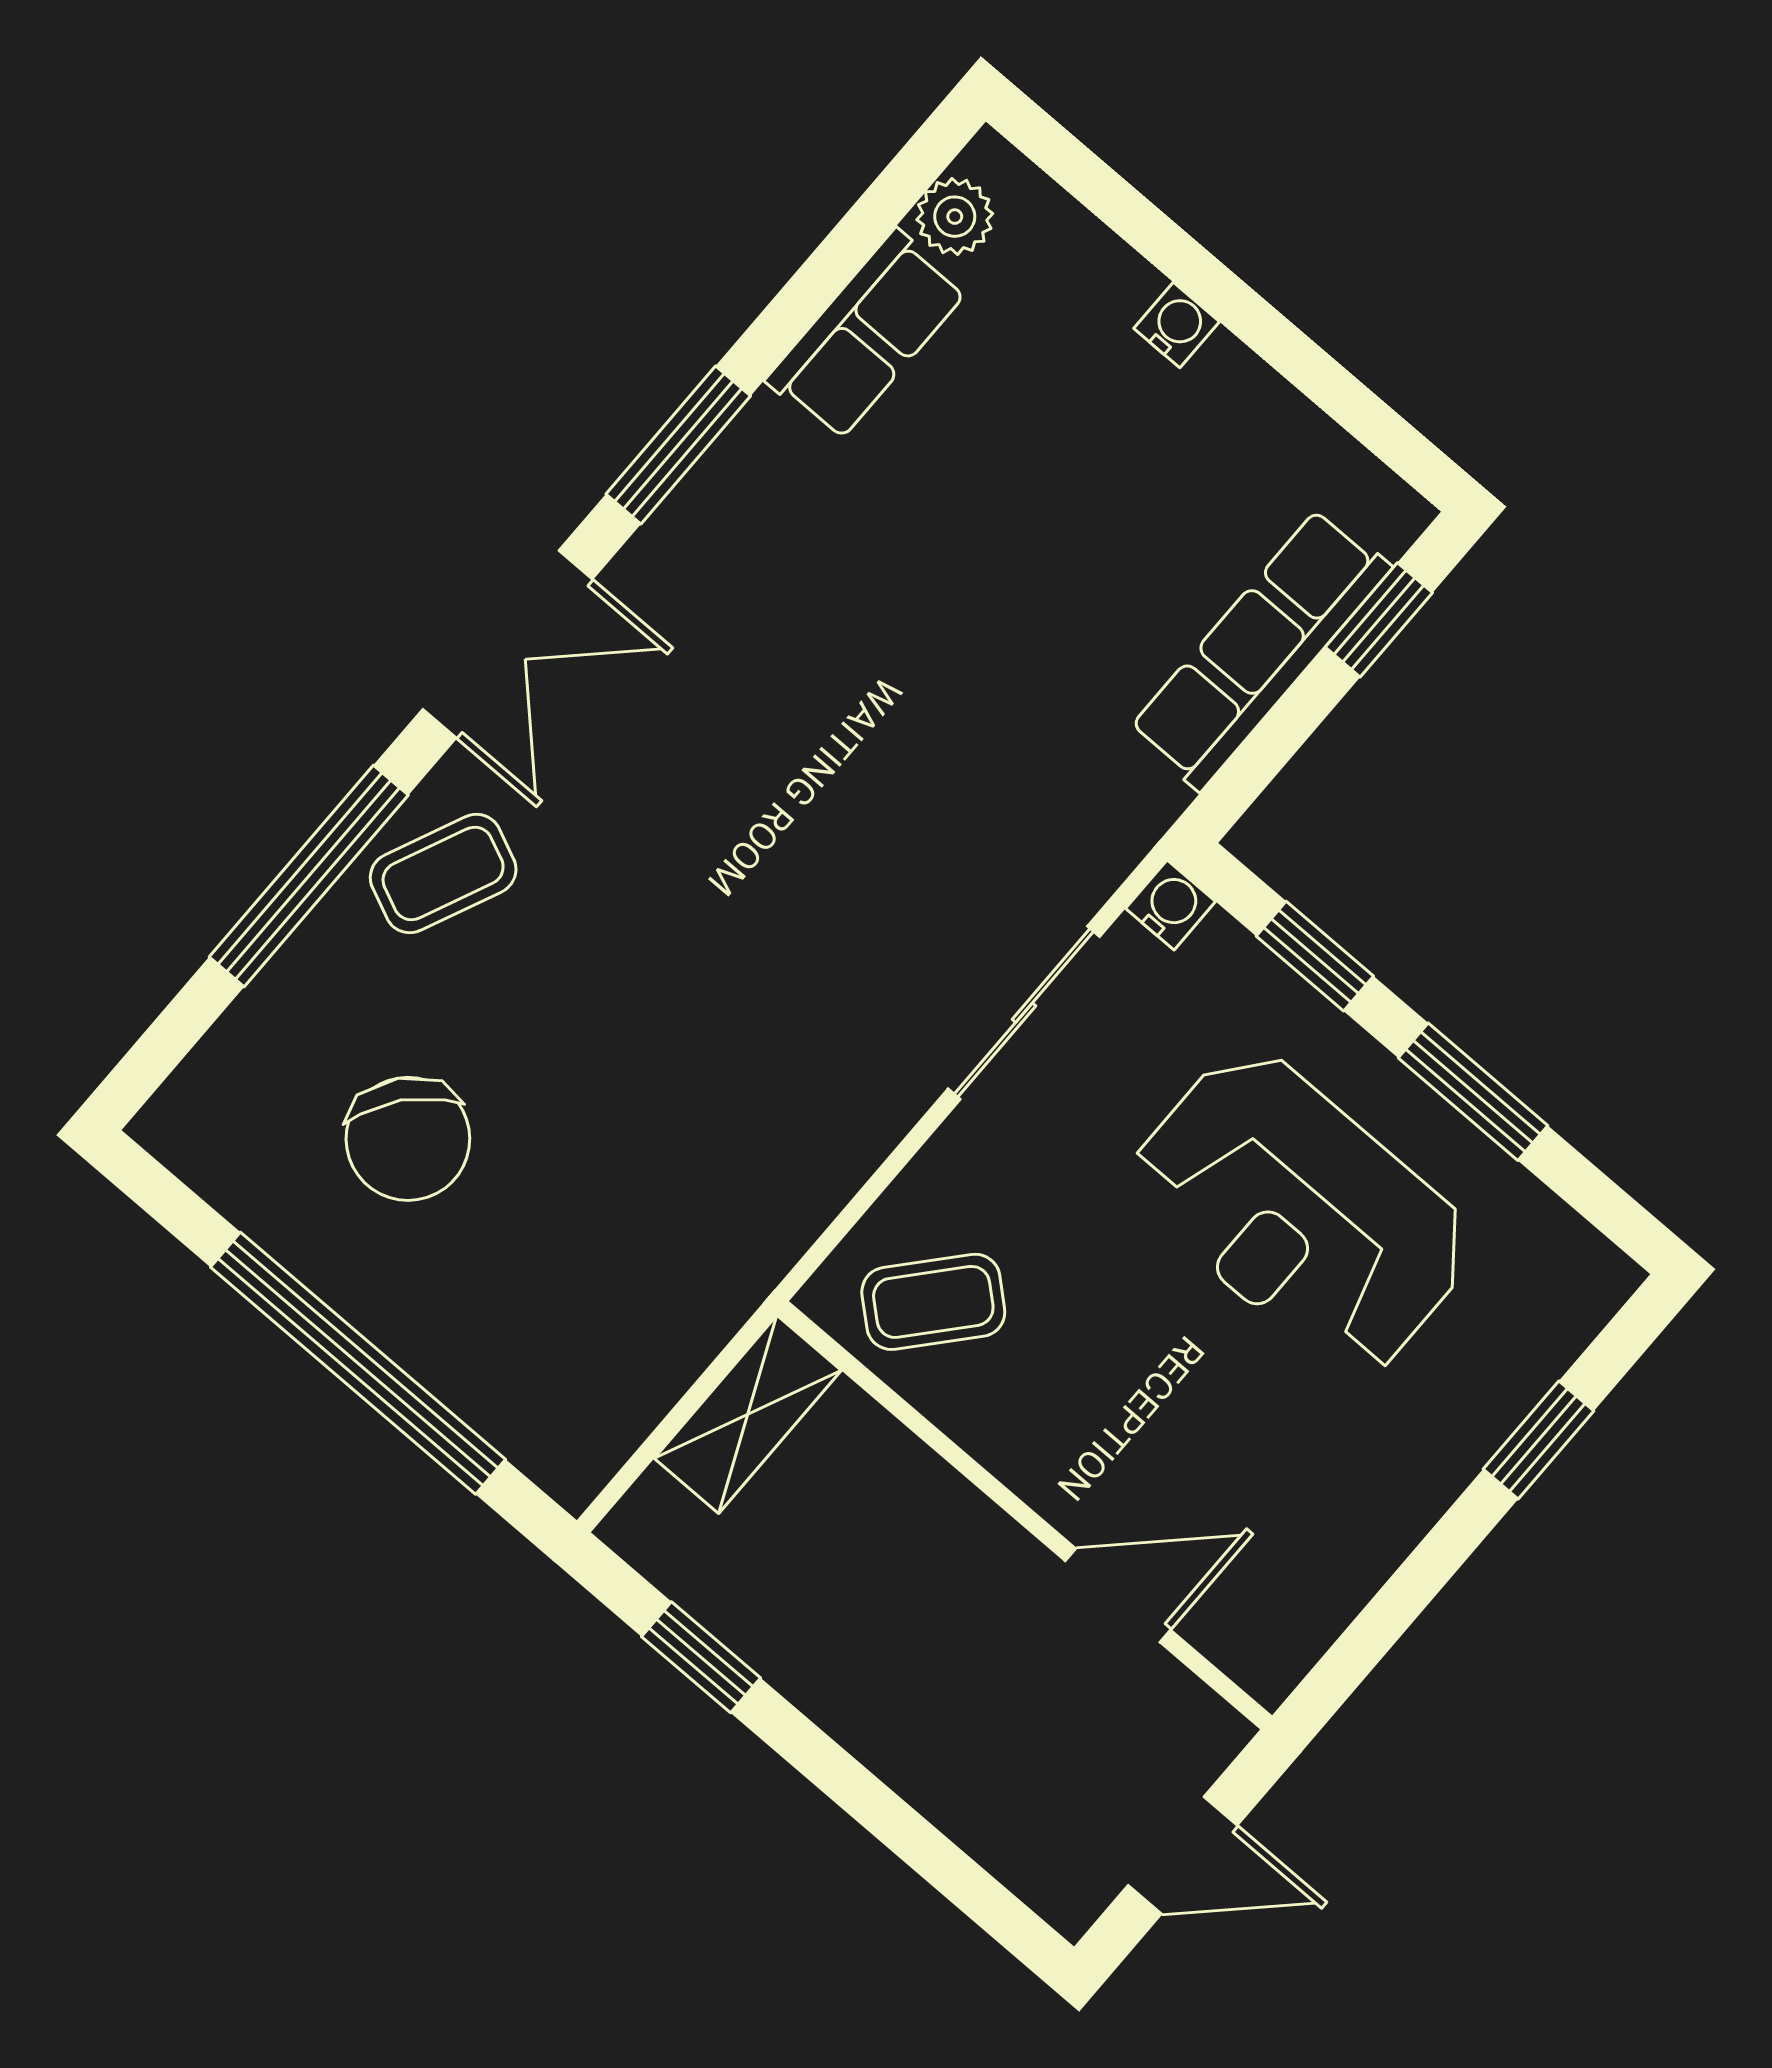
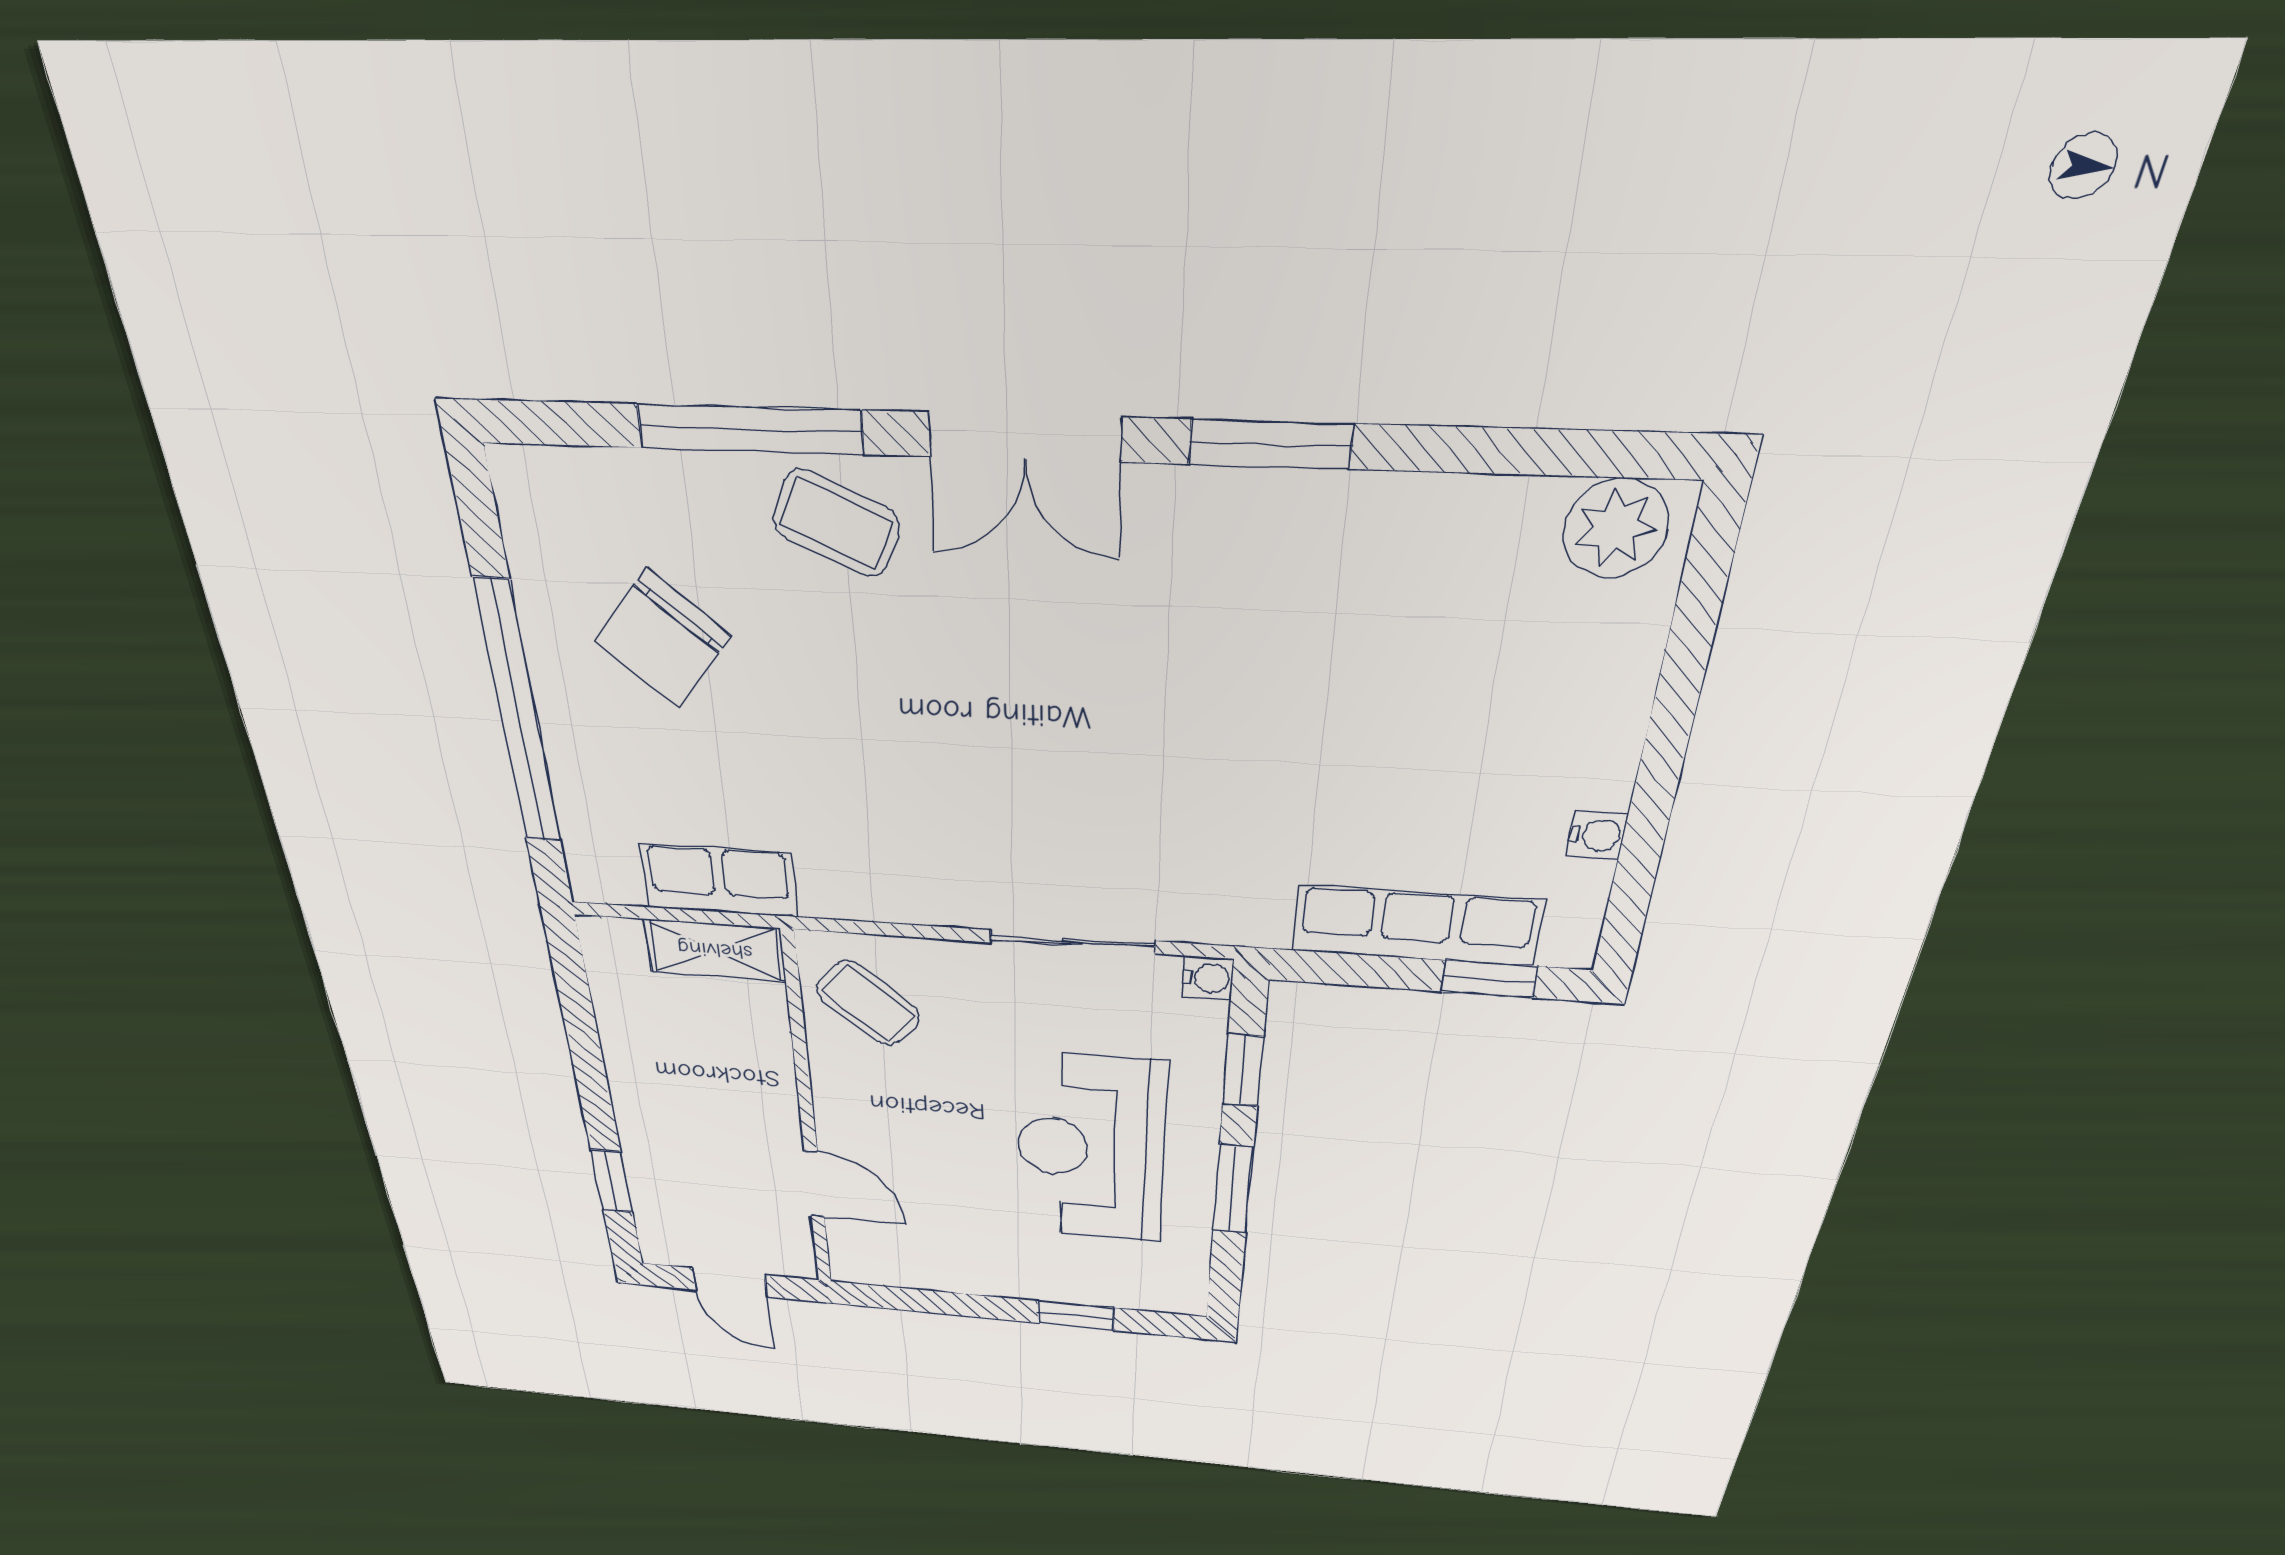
plant: (955, 217) -> (1616, 528), width x1.38, depth x1.38
water cooler: (1177, 325) -> (1597, 835), moved
row of seats: (867, 335) -> (720, 880), moved, turned 180
window: (701, 1657) -> (612, 1181), moved

